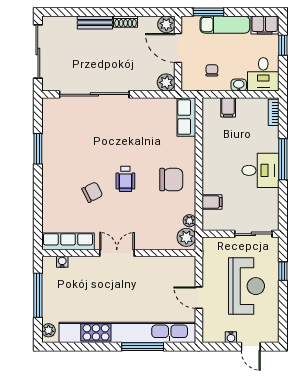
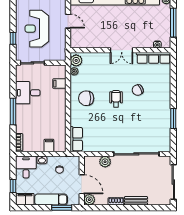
plant: (166, 82) -> (105, 162), moved
desk: (260, 170) -> (28, 93), moved

